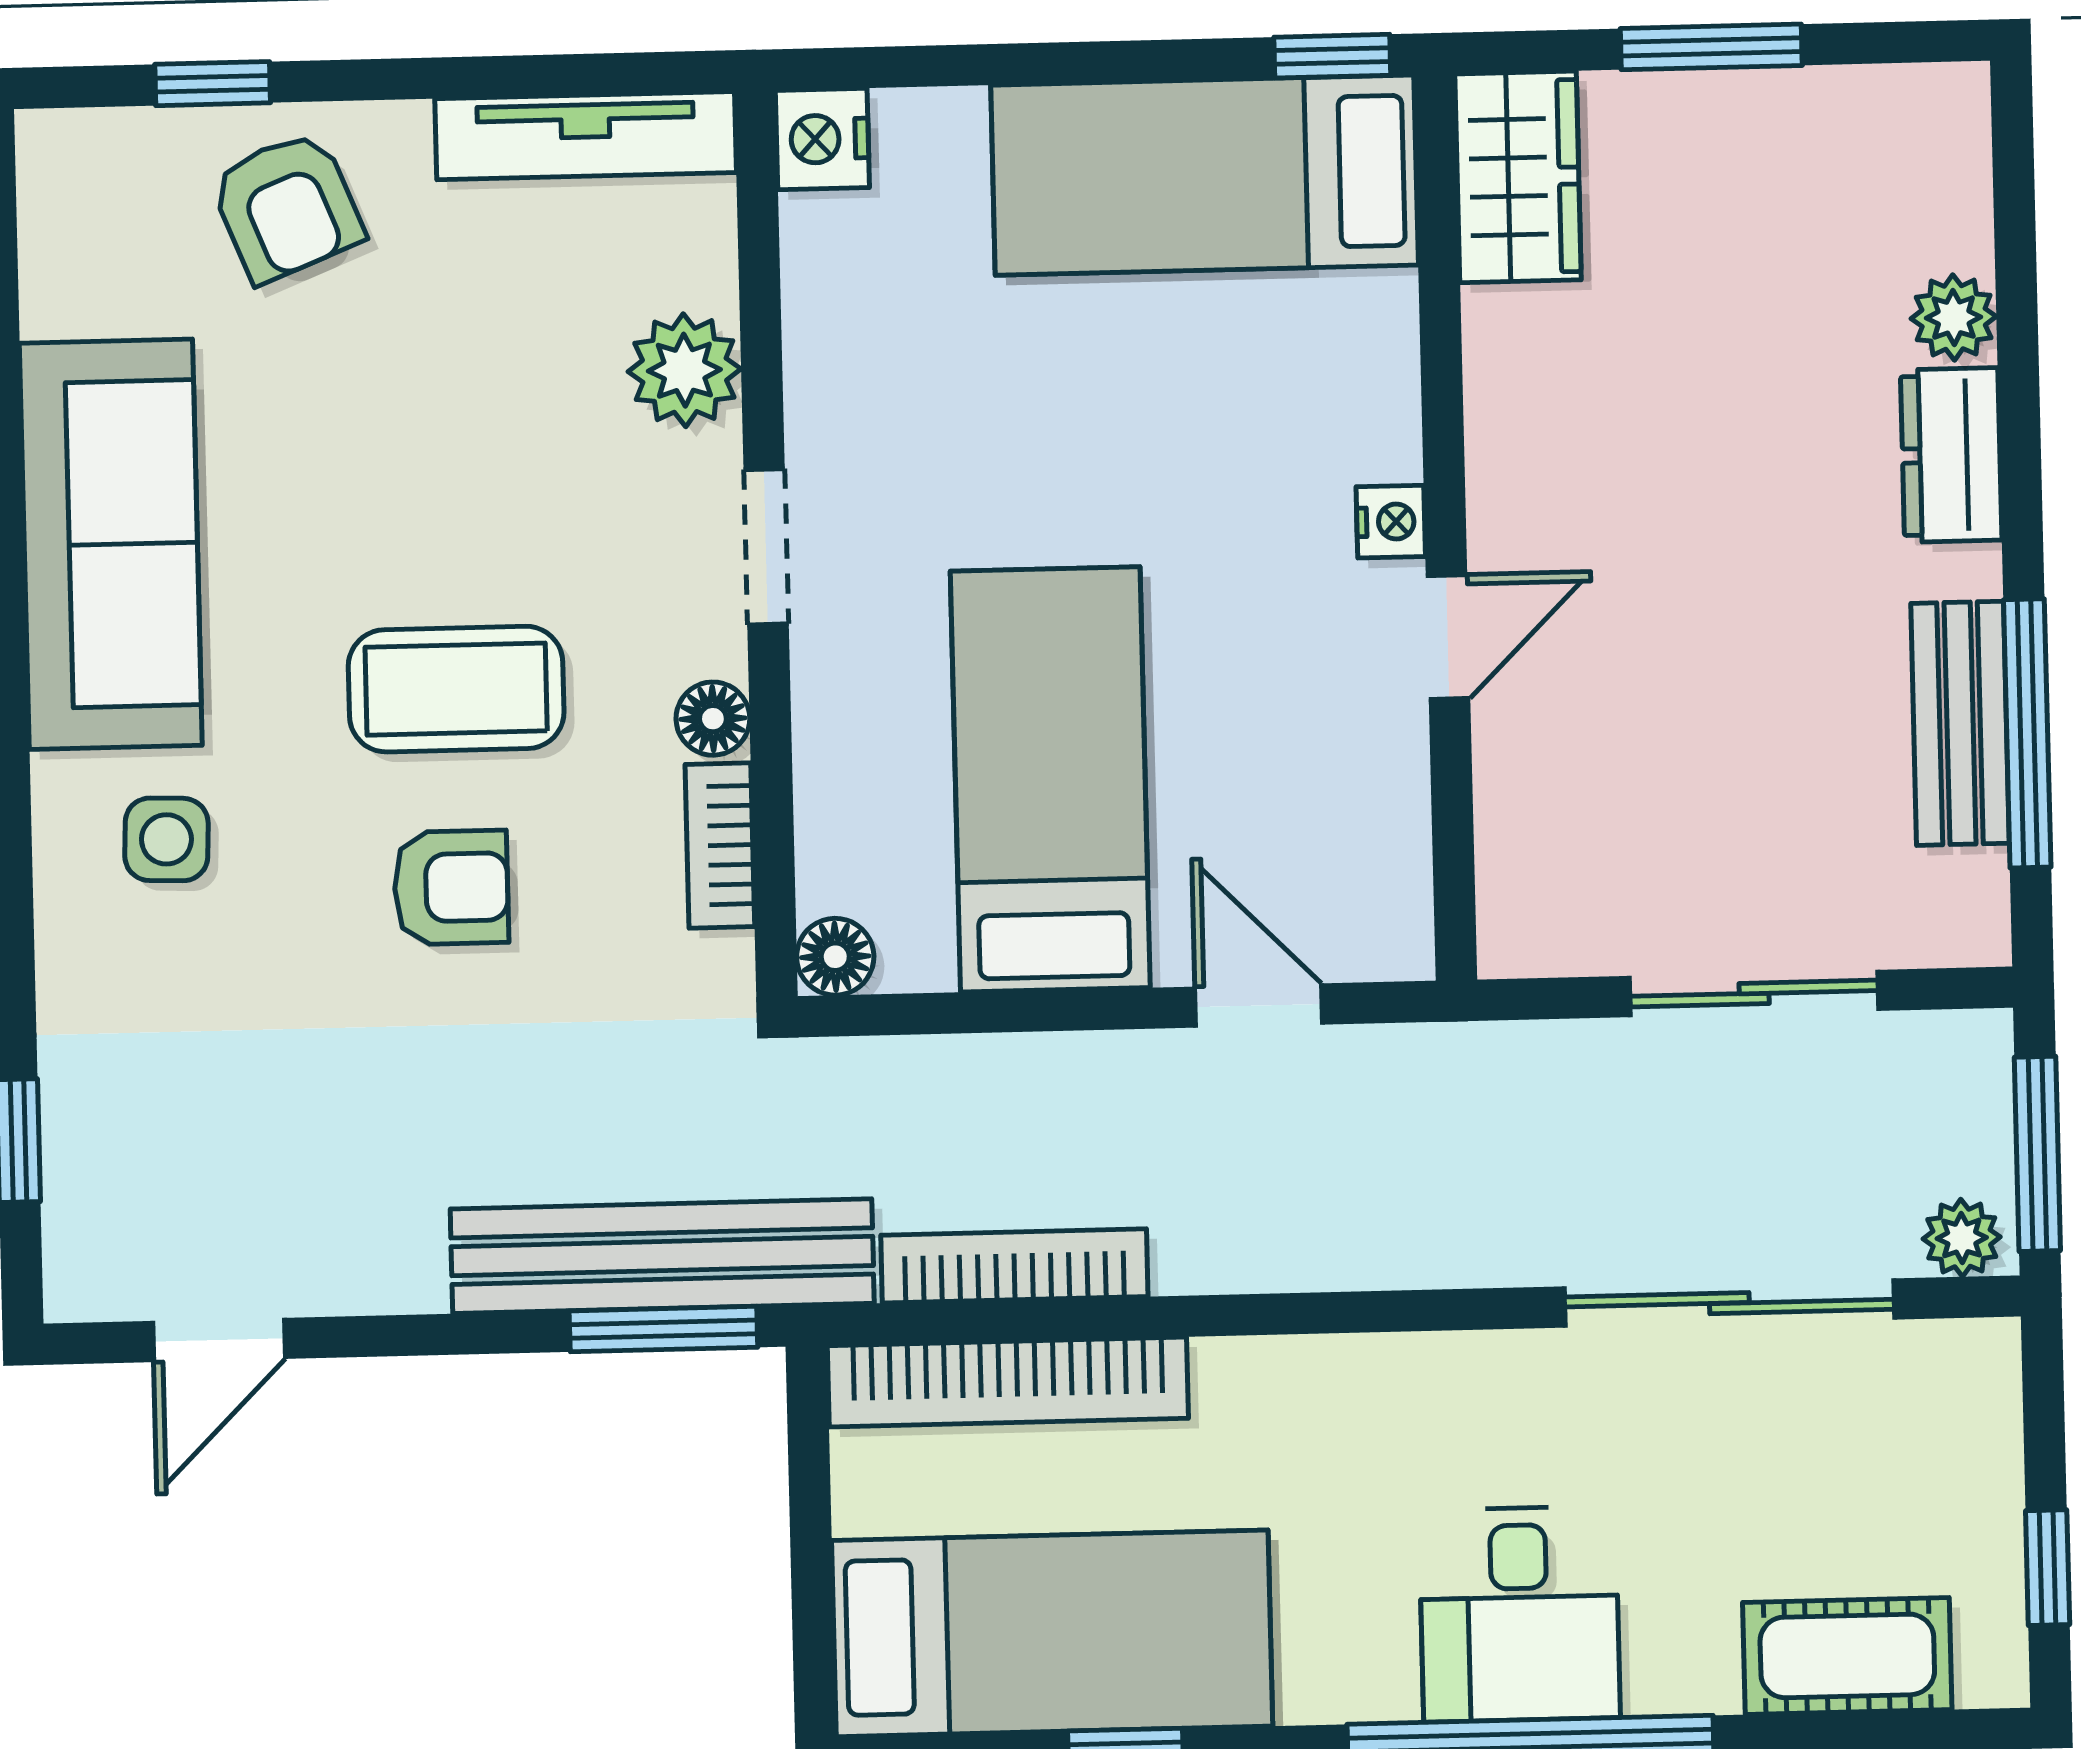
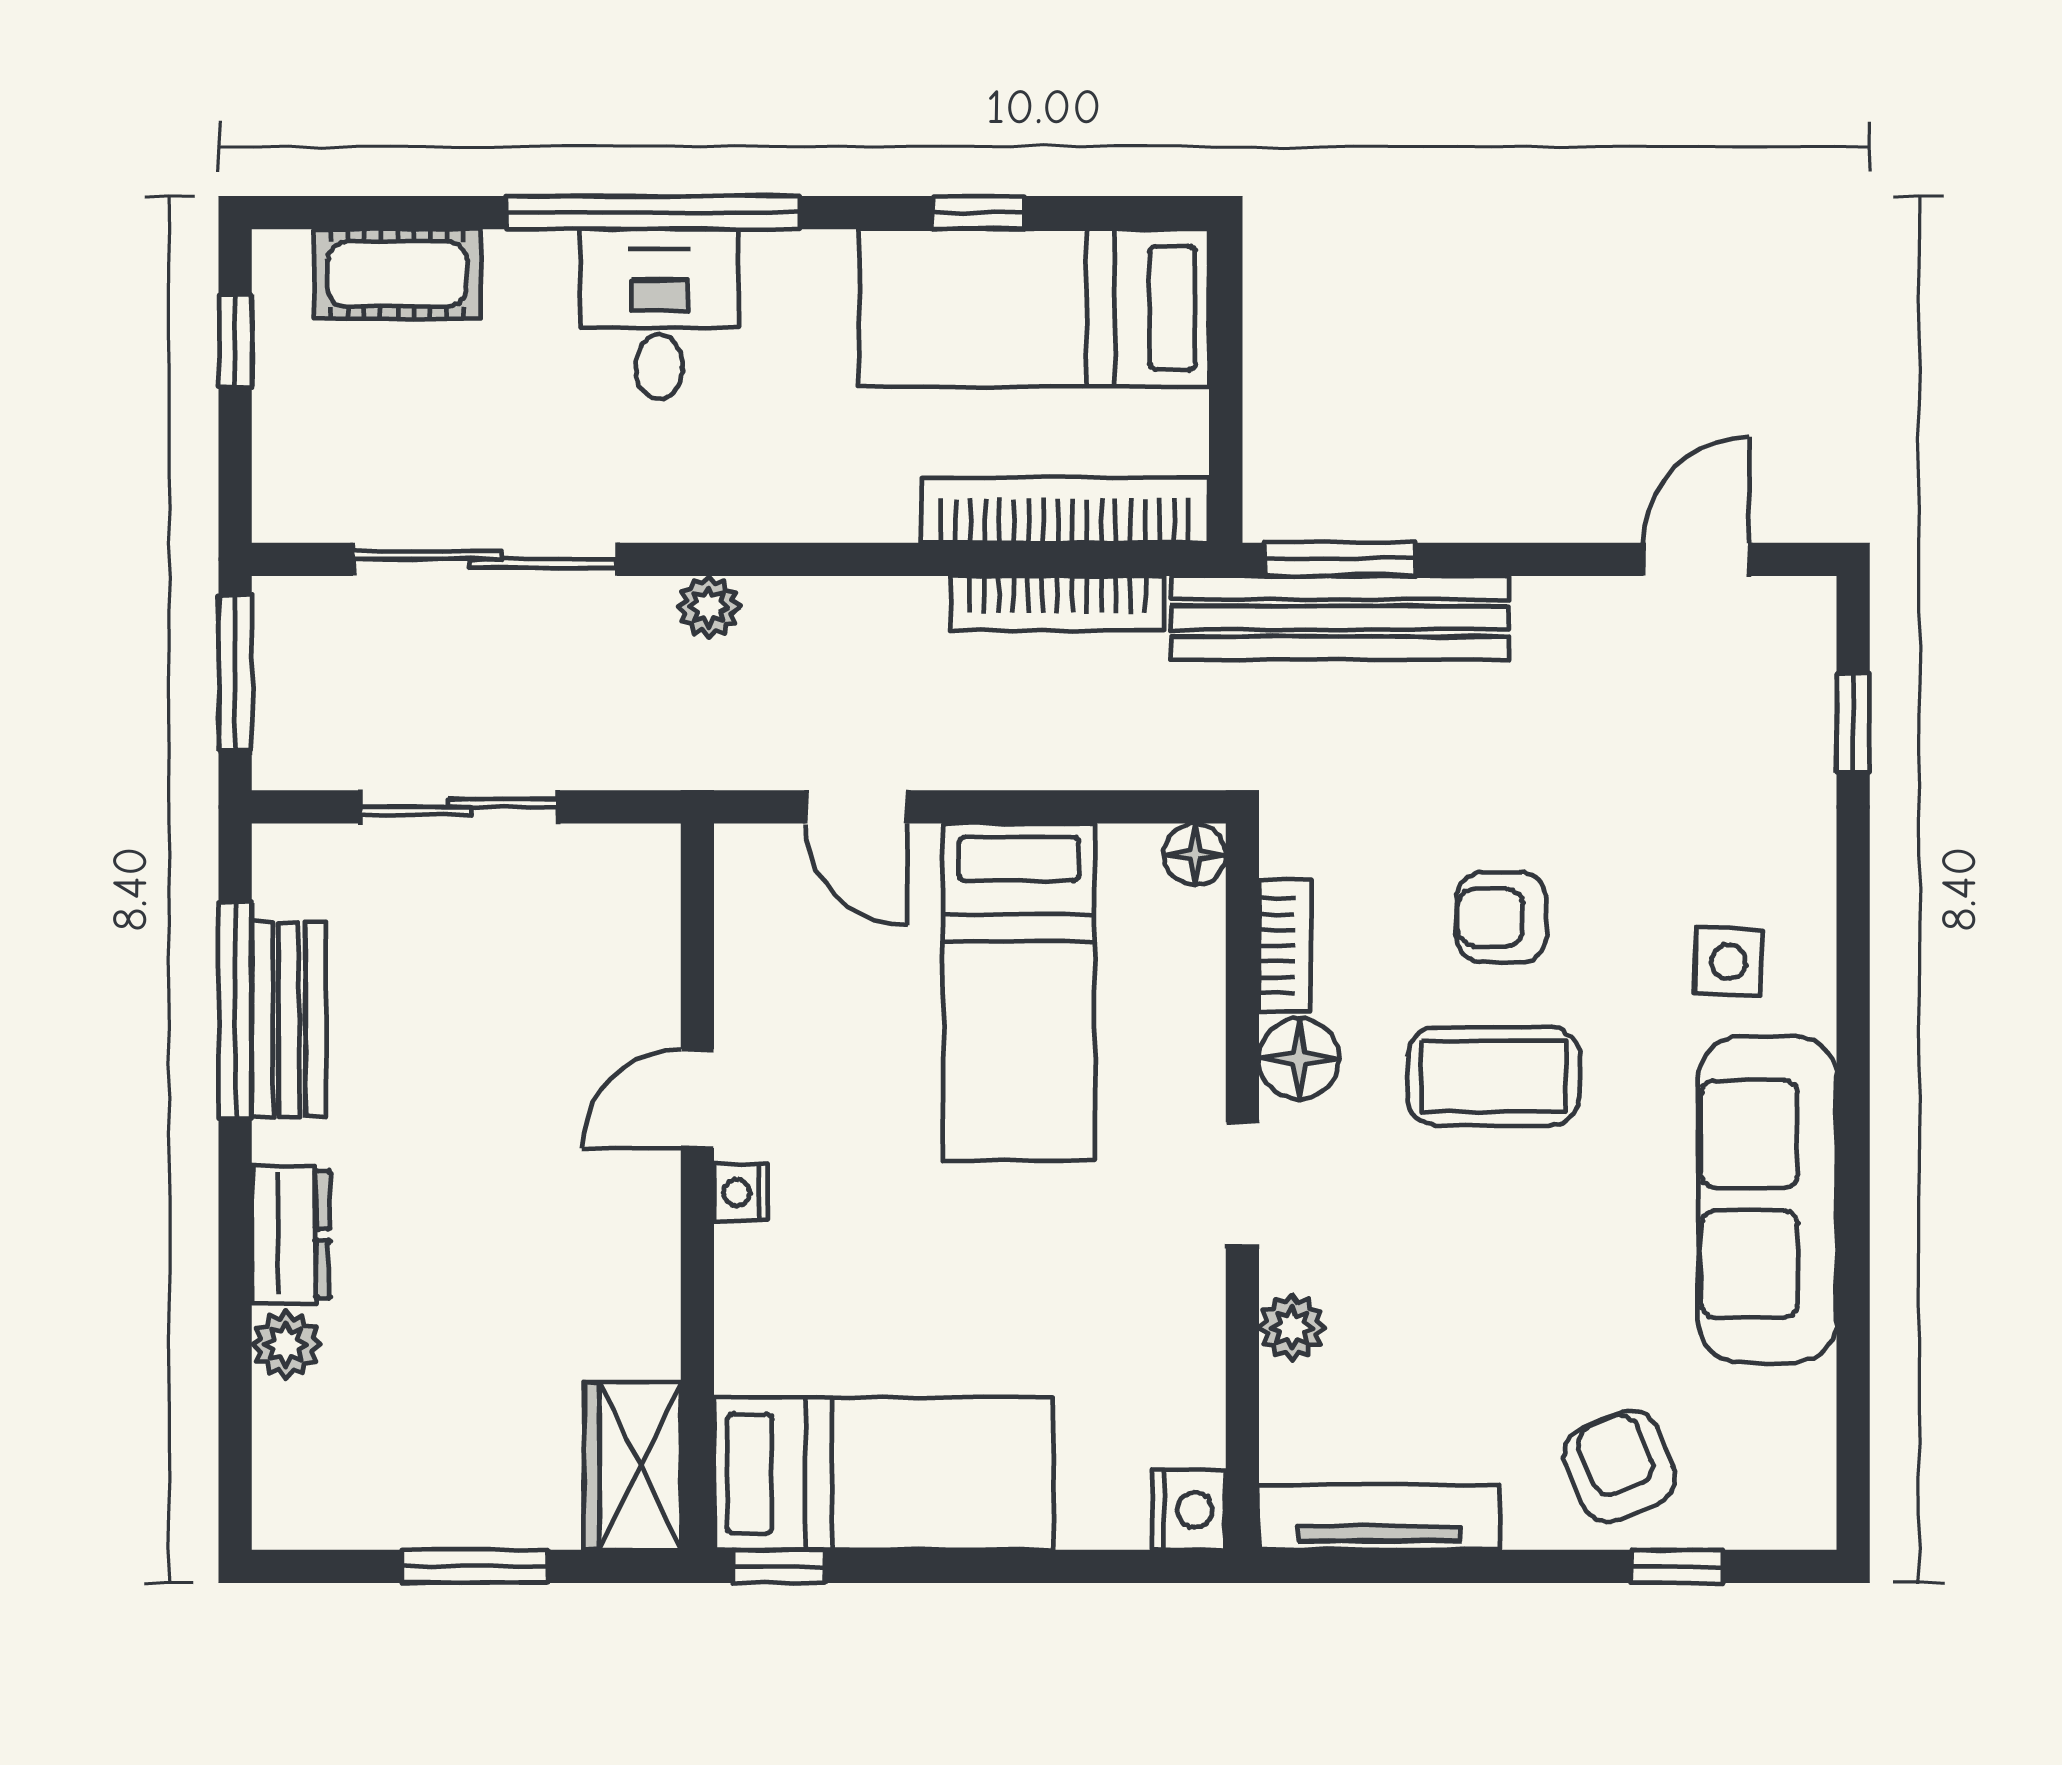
plant: (684, 370) -> (1292, 1327), width x0.73, depth x0.73
floor lamp: (713, 719) -> (1299, 1058), width x1.37, depth x1.37
plant: (1962, 1238) -> (709, 607), moved

